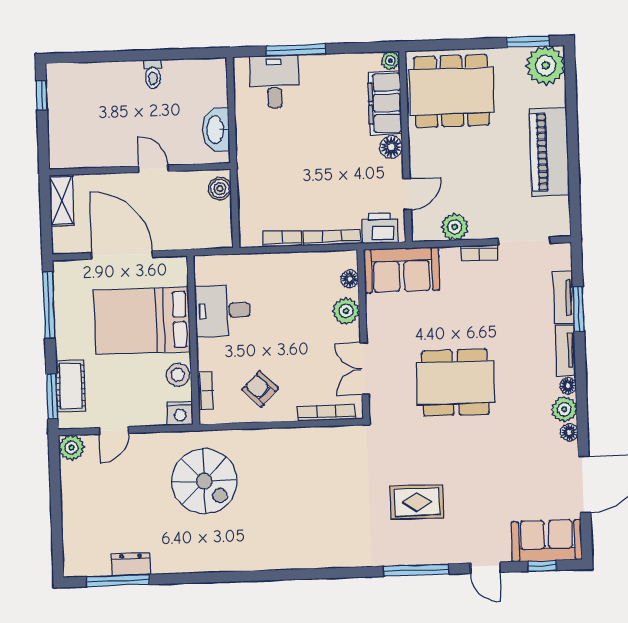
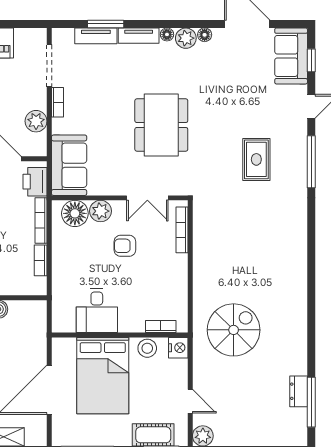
floor lamp: (350, 279) -> (75, 213), width x1.89, depth x1.89
armchair: (260, 389) -> (125, 246), moved, turned 45

